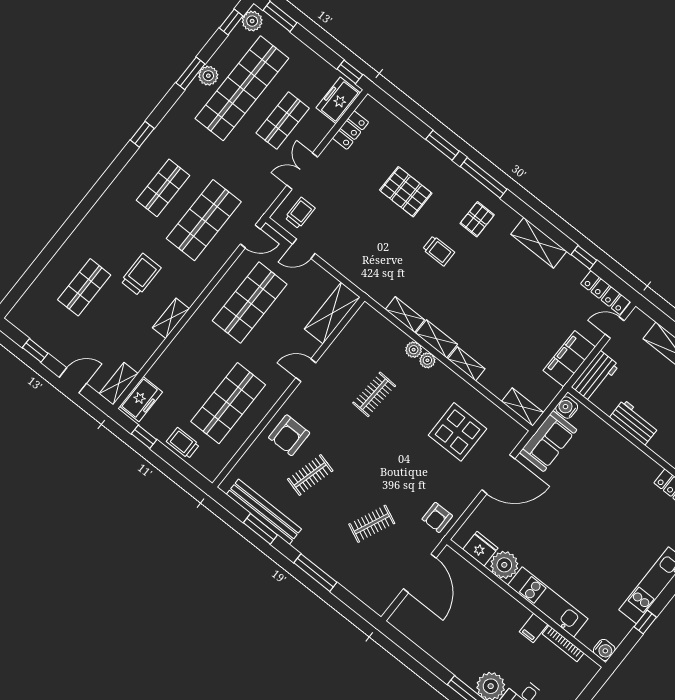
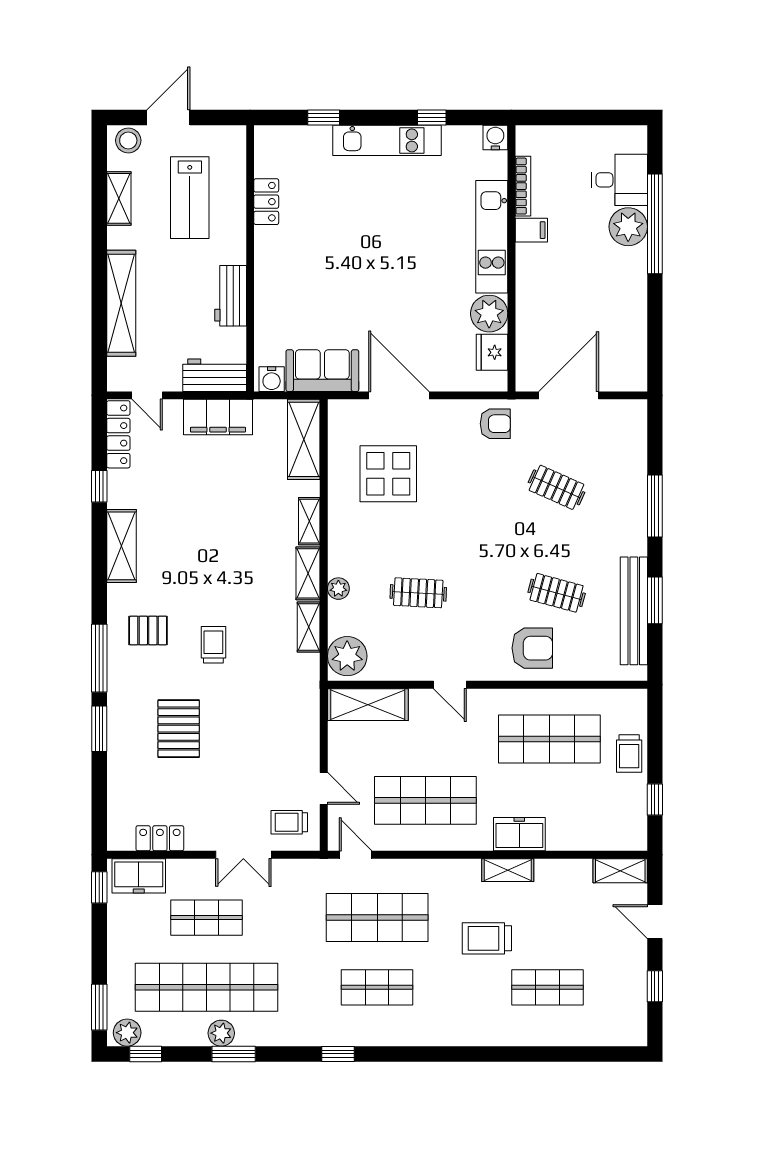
plant: (427, 360) -> (347, 656), moved, width x1.88, depth x1.88
freezer: (141, 399) -> (519, 834), moved
shelving: (523, 407) -> (304, 439), width x1.50, depth x1.33

